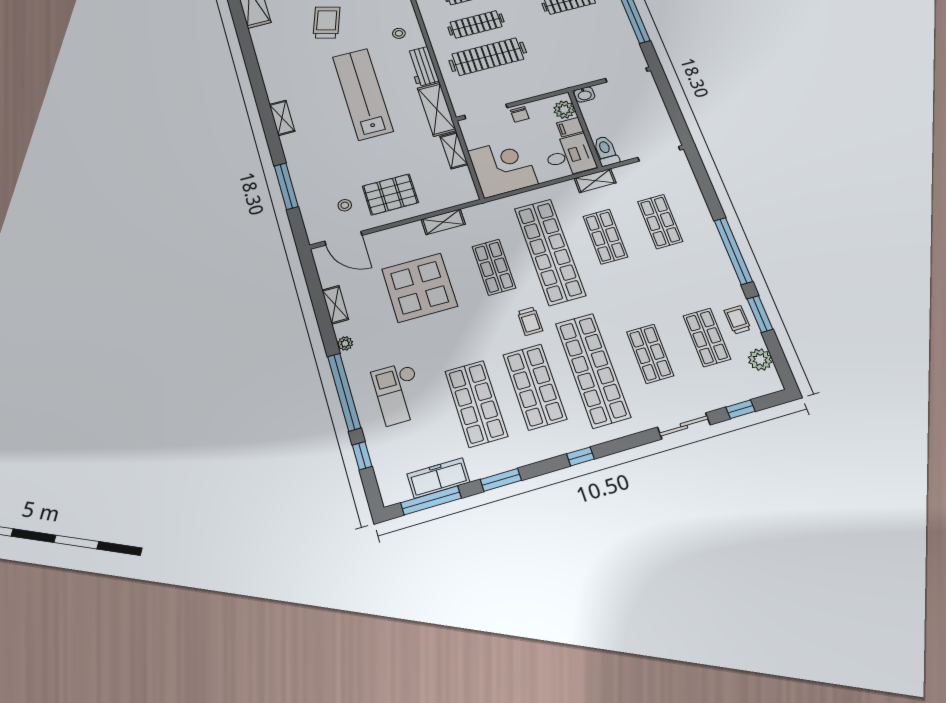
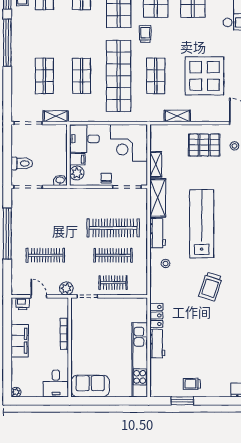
lab bench: (363, 94) -> (202, 224), turned 180
toilet: (606, 151) -> (22, 163), moved, turned -90
shelving: (595, 181) -> (56, 116), moved

